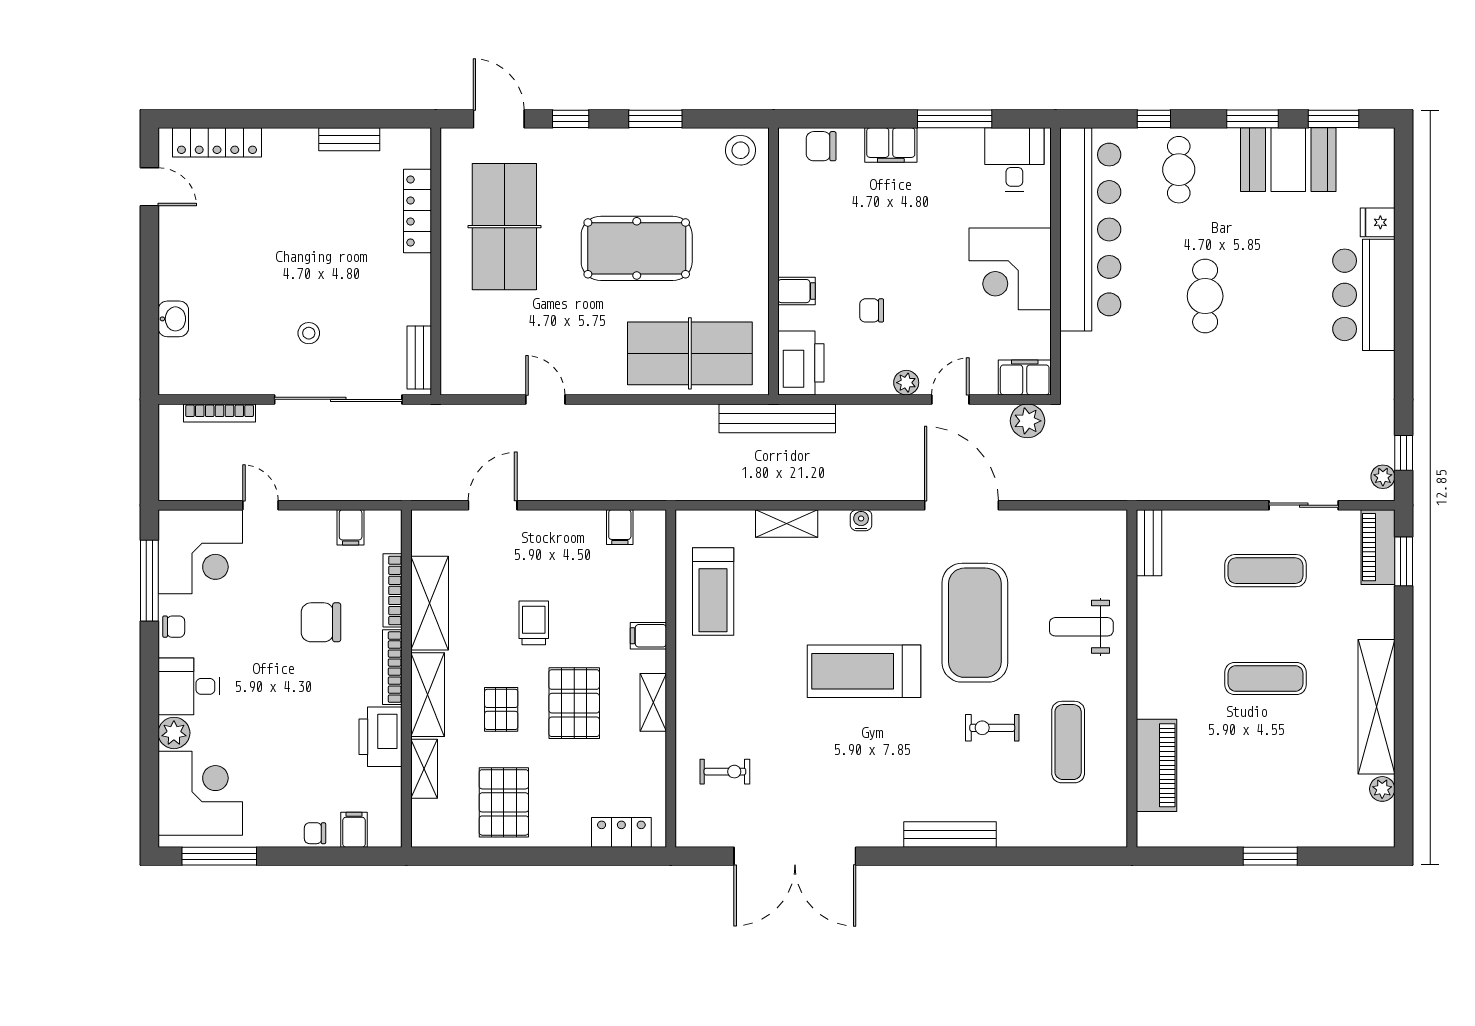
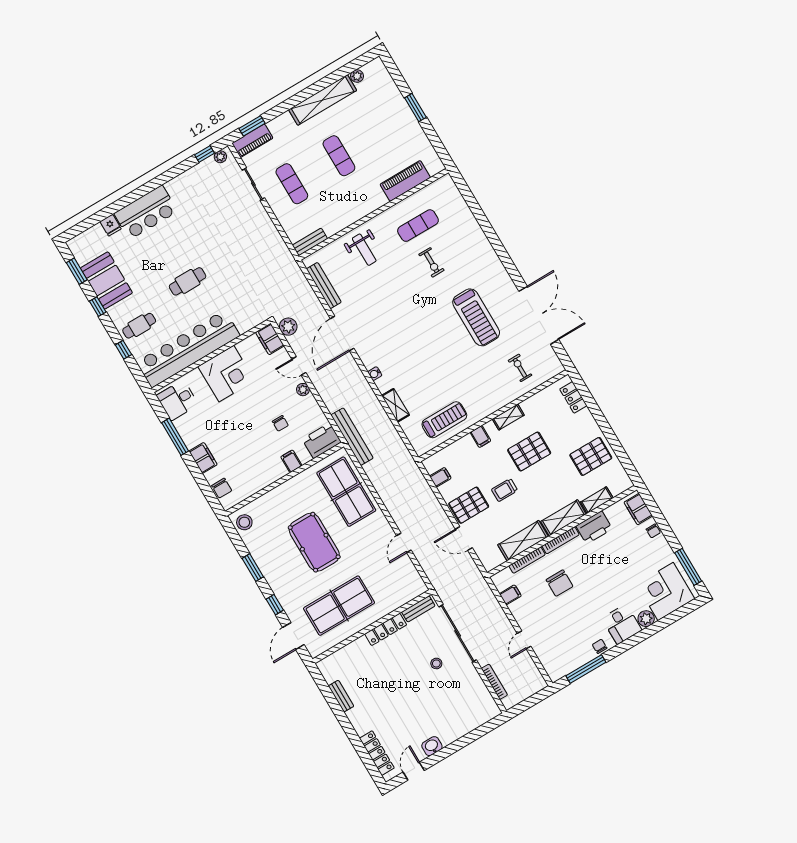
window: (1253, 119) -> (98, 307), width x0.67
locker: (417, 211) -> (386, 629), moved
washbasin: (173, 319) -> (432, 746), moved
corner desk: (200, 552) -> (560, 654), removed
exercise mat: (975, 623) -> (390, 297), removed
treadmill: (864, 671) -> (476, 317), moved
pallet: (501, 709) -> (469, 505), moved, width x1.50, depth x1.42
filing cabinet: (354, 830) -> (638, 509), width x2.00
bench: (950, 834) -> (324, 286), moved

